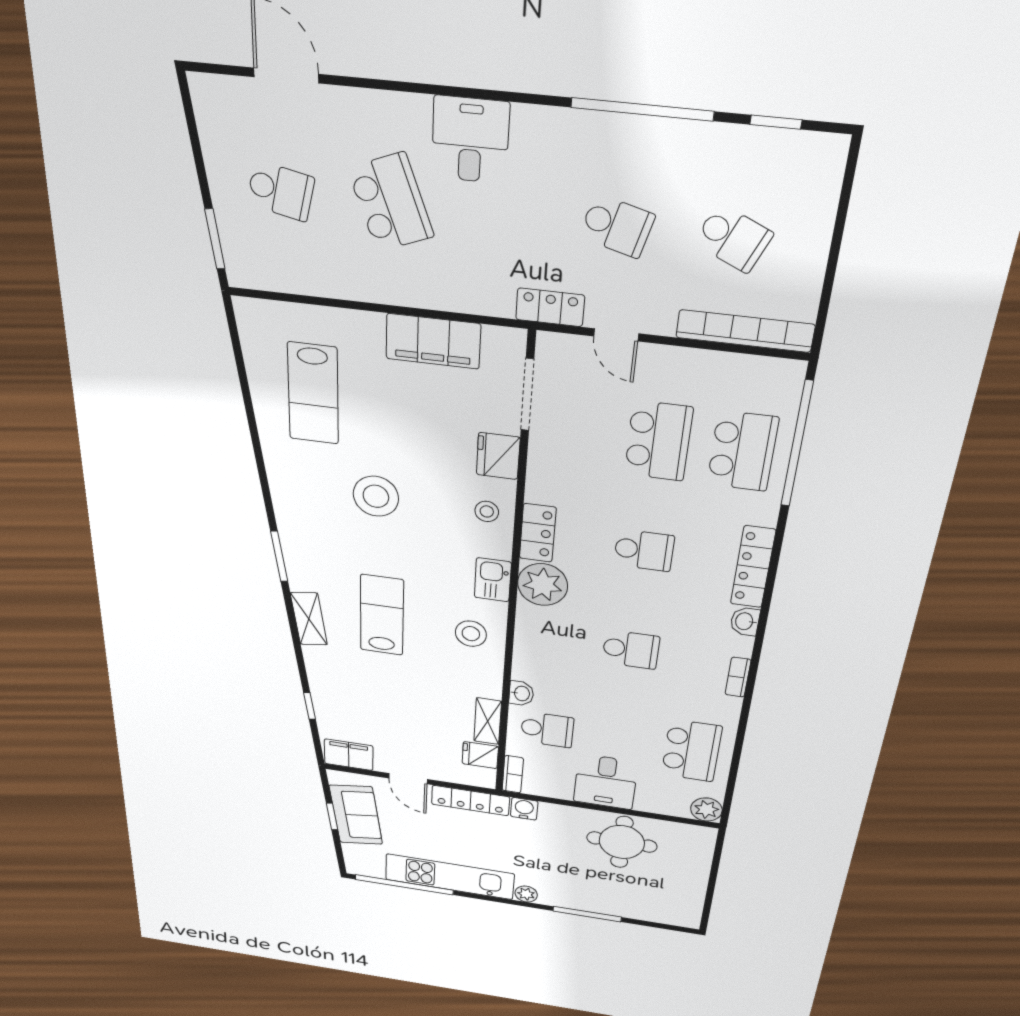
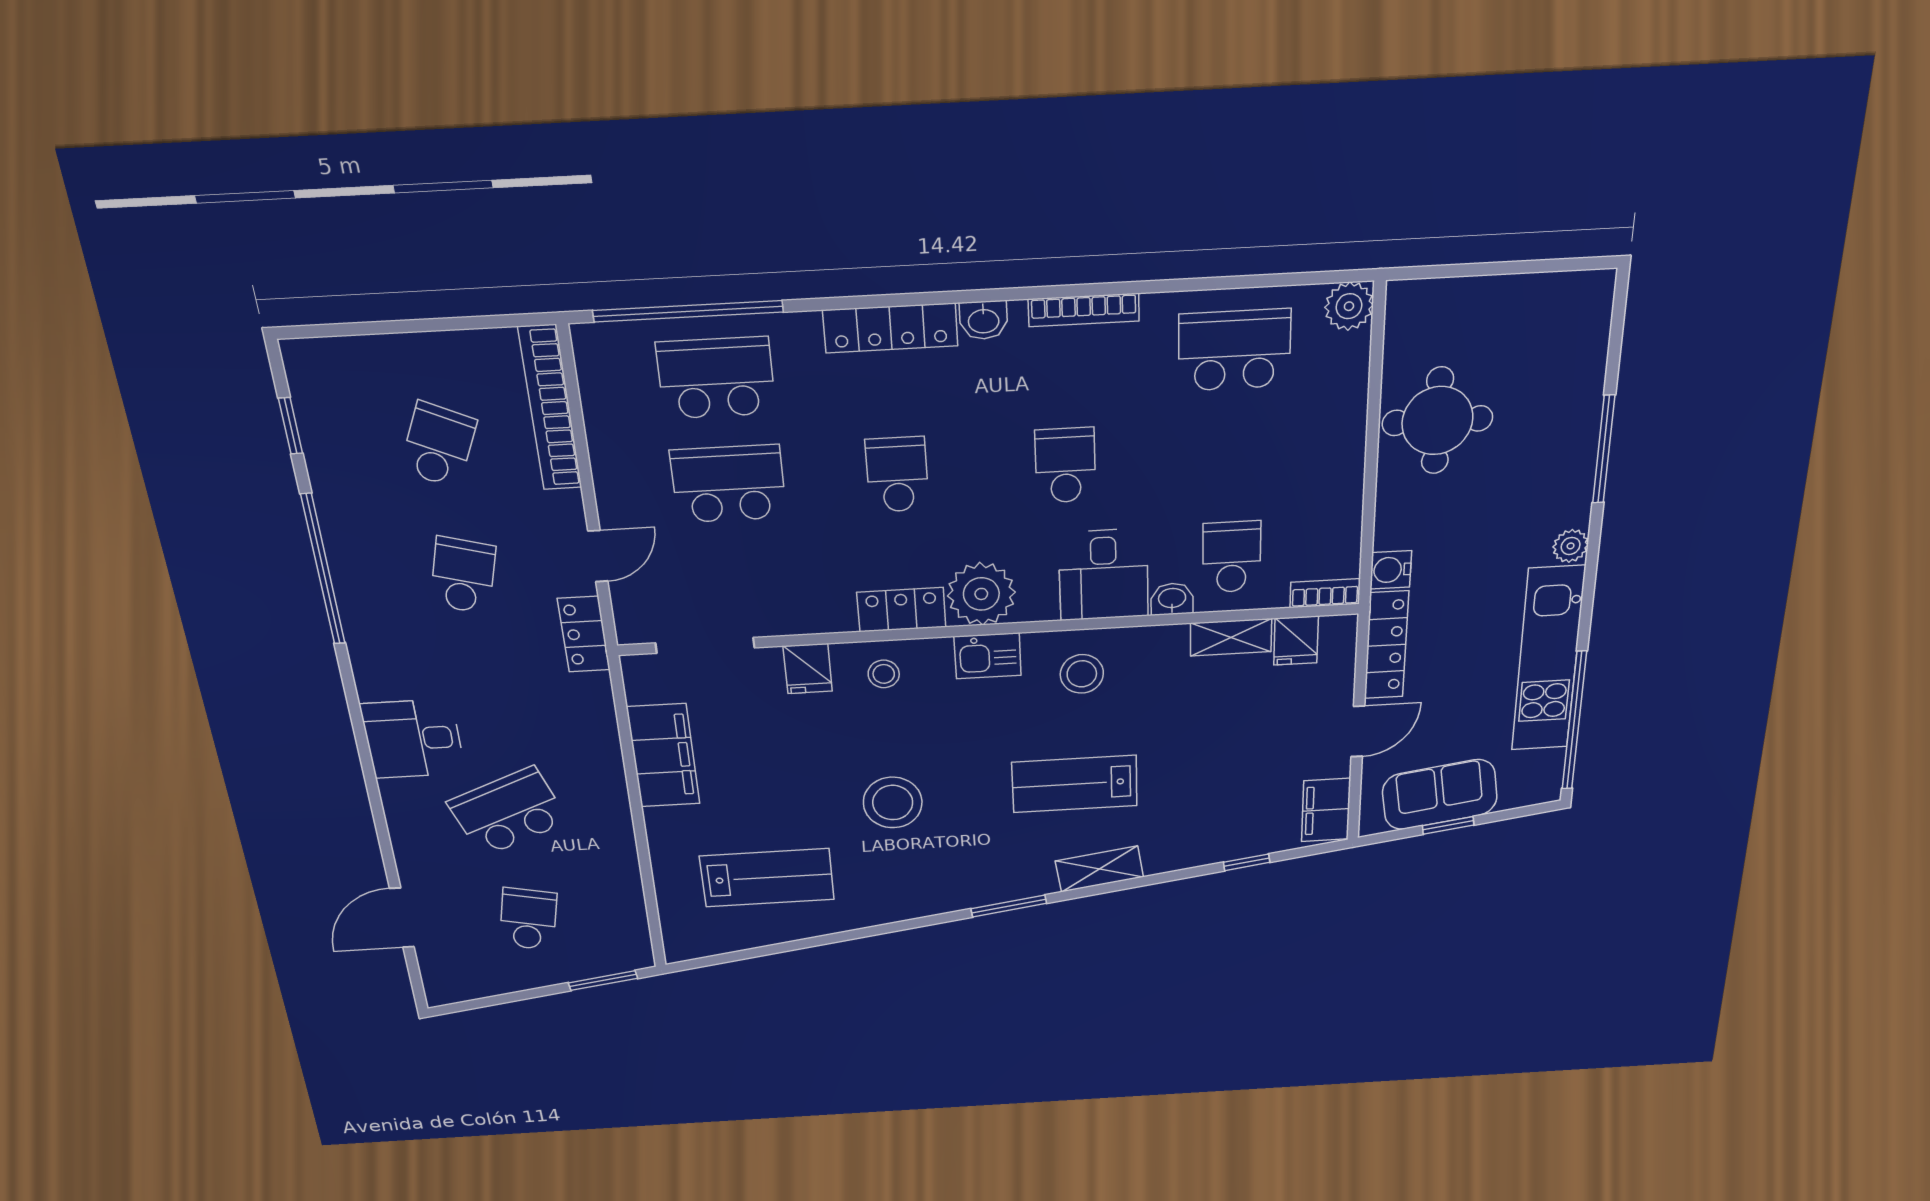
fridge: (498, 456) -> (808, 669), width x0.72
bookcase: (738, 677) -> (1084, 310), width x1.56
desk: (606, 782) -> (1104, 575), moved, turned 90

